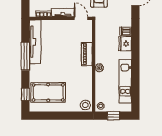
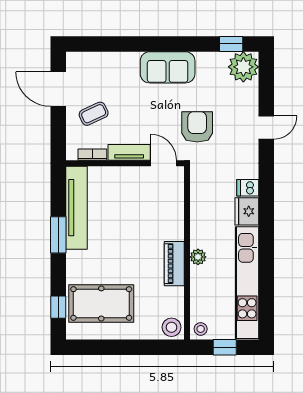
piano: (87, 54) -> (174, 264), moved
window: (25, 56) -> (58, 235), width x0.69
kitchen unit: (125, 81) -> (247, 283), width x1.36

